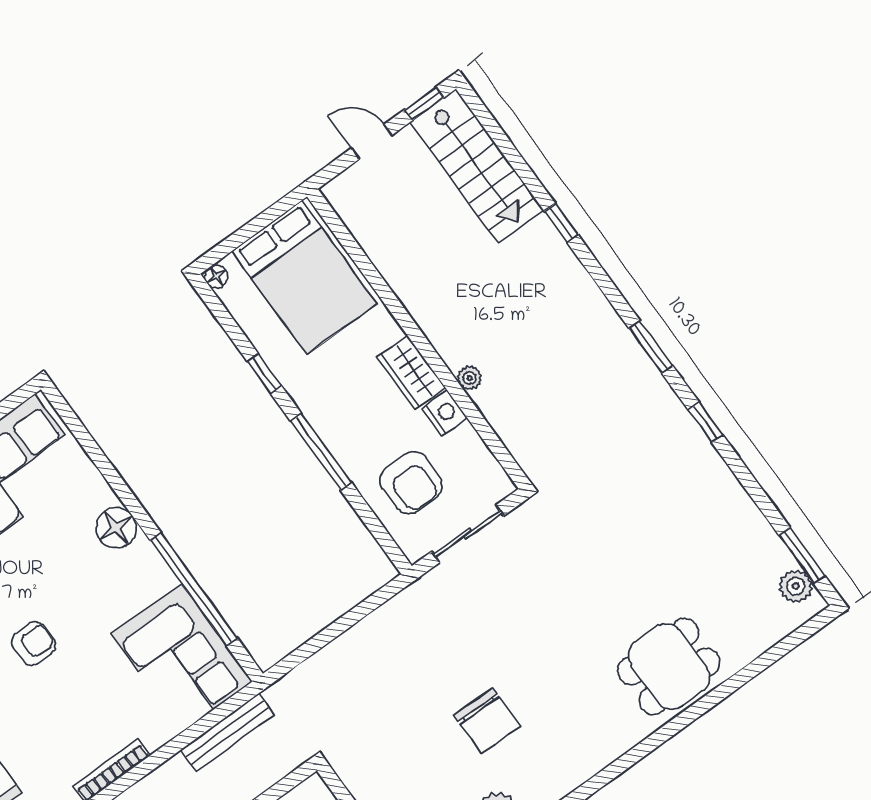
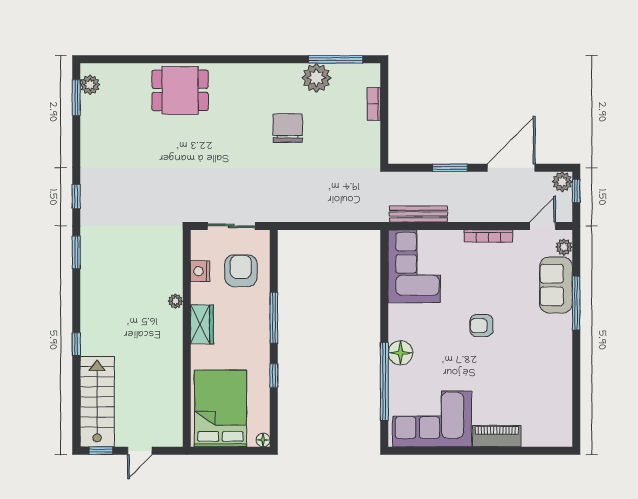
door: (372, 142) -> (140, 451), hinge flipped
nightstand: (444, 413) -> (200, 271), moved
window: (194, 589) -> (384, 382), moved

